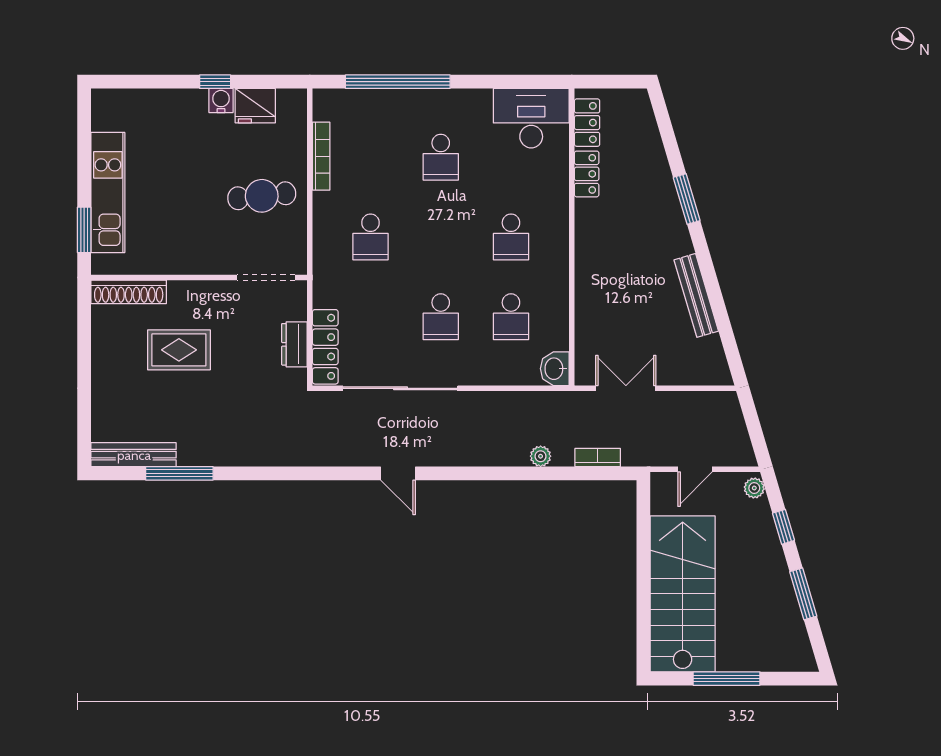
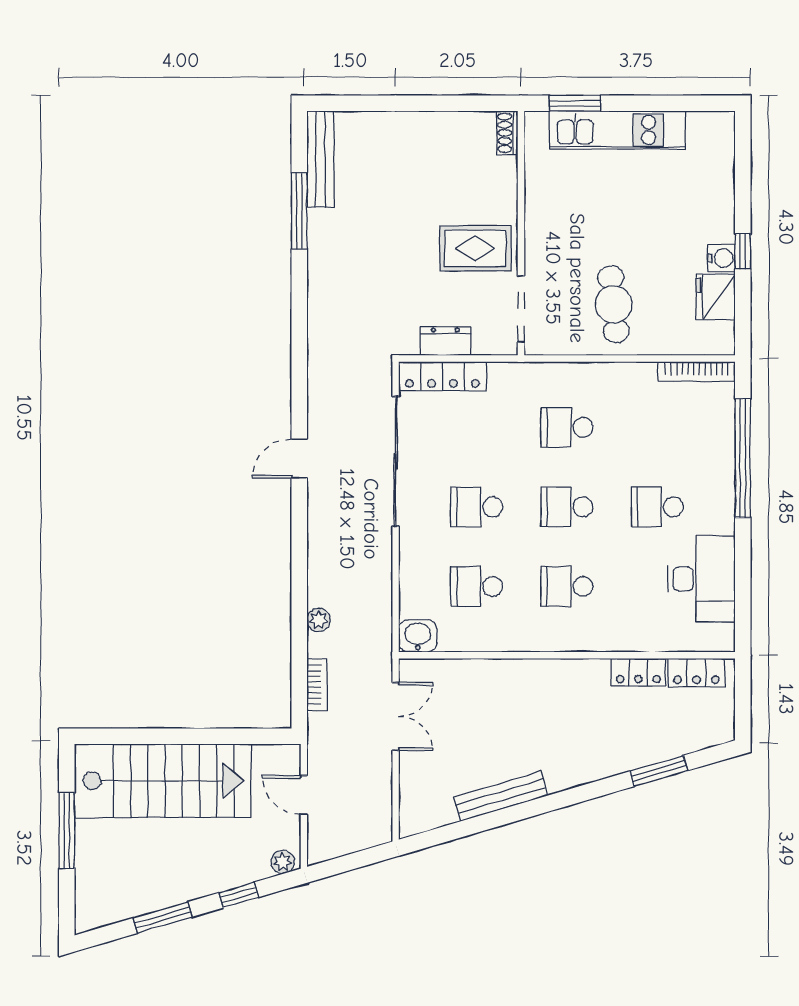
desk: (531, 118) -> (701, 579), moved
bookcase: (321, 156) -> (697, 371), moved
window: (687, 199) -> (659, 771), moved
school desk: (441, 237) -> (567, 507), added
shoe rack: (129, 292) -> (507, 133), width x0.51, depth x0.81
rug: (179, 350) -> (475, 248), moved, turned 90

